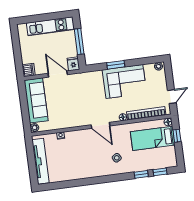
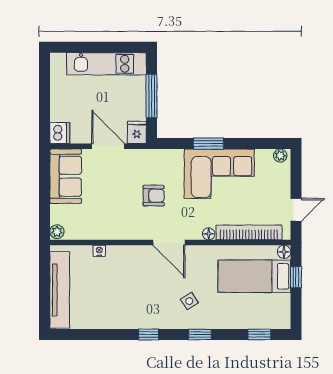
armchair: (88, 99) -> (154, 196), added
sofa: (36, 100) -> (66, 176), width x0.73
window: (141, 174) -> (200, 334), moved
window: (96, 180) -> (149, 334), added

